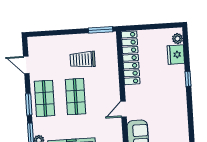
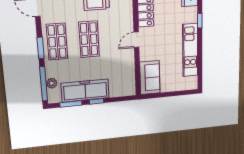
door: (124, 109) -> (136, 40), moved
kitchen unit: (180, 109) -> (190, 50), added

